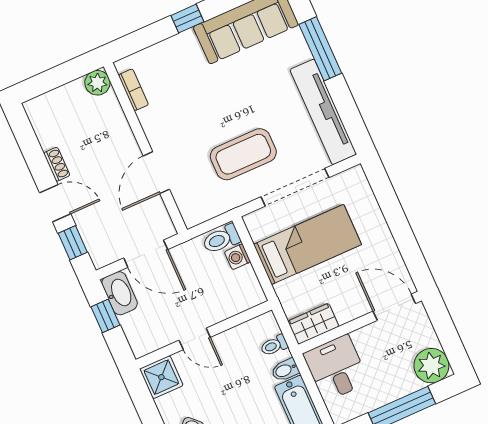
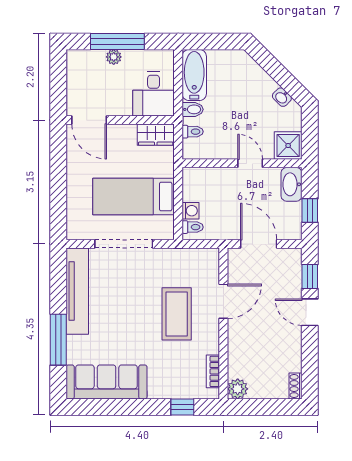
window: (187, 19) -> (182, 407), moved
coffee table: (243, 154) -> (177, 314), moved, turned 90
shoe rack: (57, 164) -> (296, 386), moved
toilet: (221, 239) -> (193, 227), width x0.73, depth x0.72
washbasin: (120, 293) -> (291, 184), moved
plant: (431, 366) -> (114, 57), moved, width x0.53, depth x0.53

